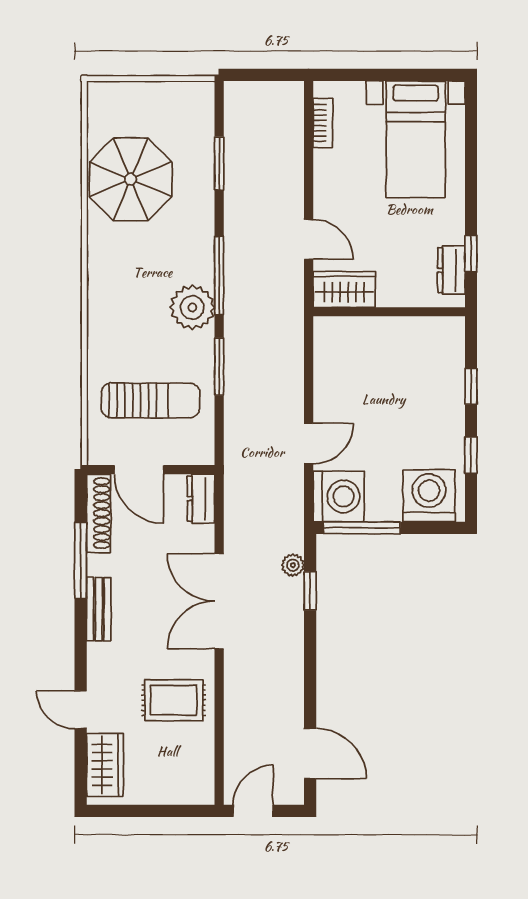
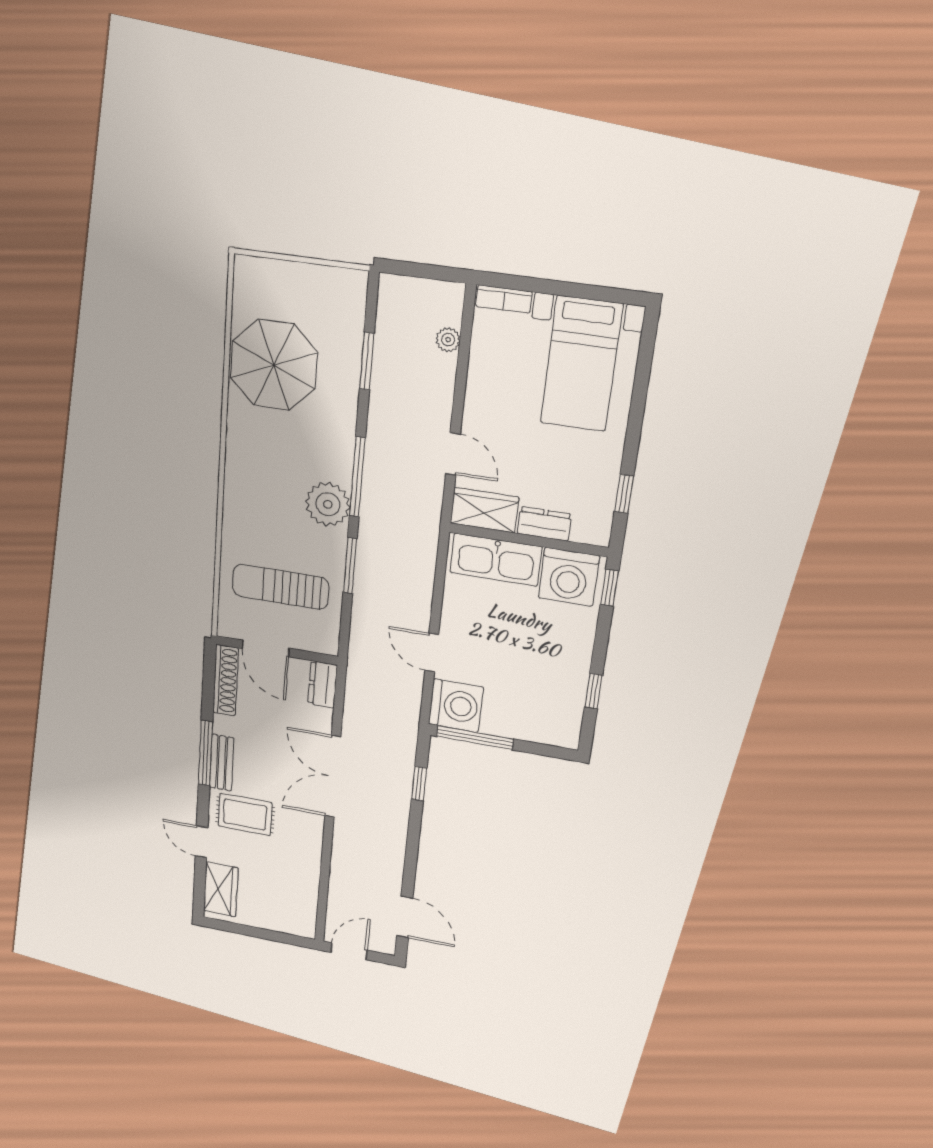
bookcase: (323, 123) -> (504, 299), moved, turned 90
dresser: (451, 270) -> (544, 524), moved, turned 90
kitchen sink: (361, 337) -> (496, 560), added
window: (471, 386) -> (609, 588), moved
sun lounger: (150, 400) -> (280, 587), turned 180
door: (309, 444) -> (432, 653), swing flipped
washing machine: (429, 496) -> (569, 577), moved, turned 180
window: (81, 560) -> (205, 753), moved
plant: (293, 565) -> (448, 340), moved
rug: (174, 700) -> (245, 814), moved

